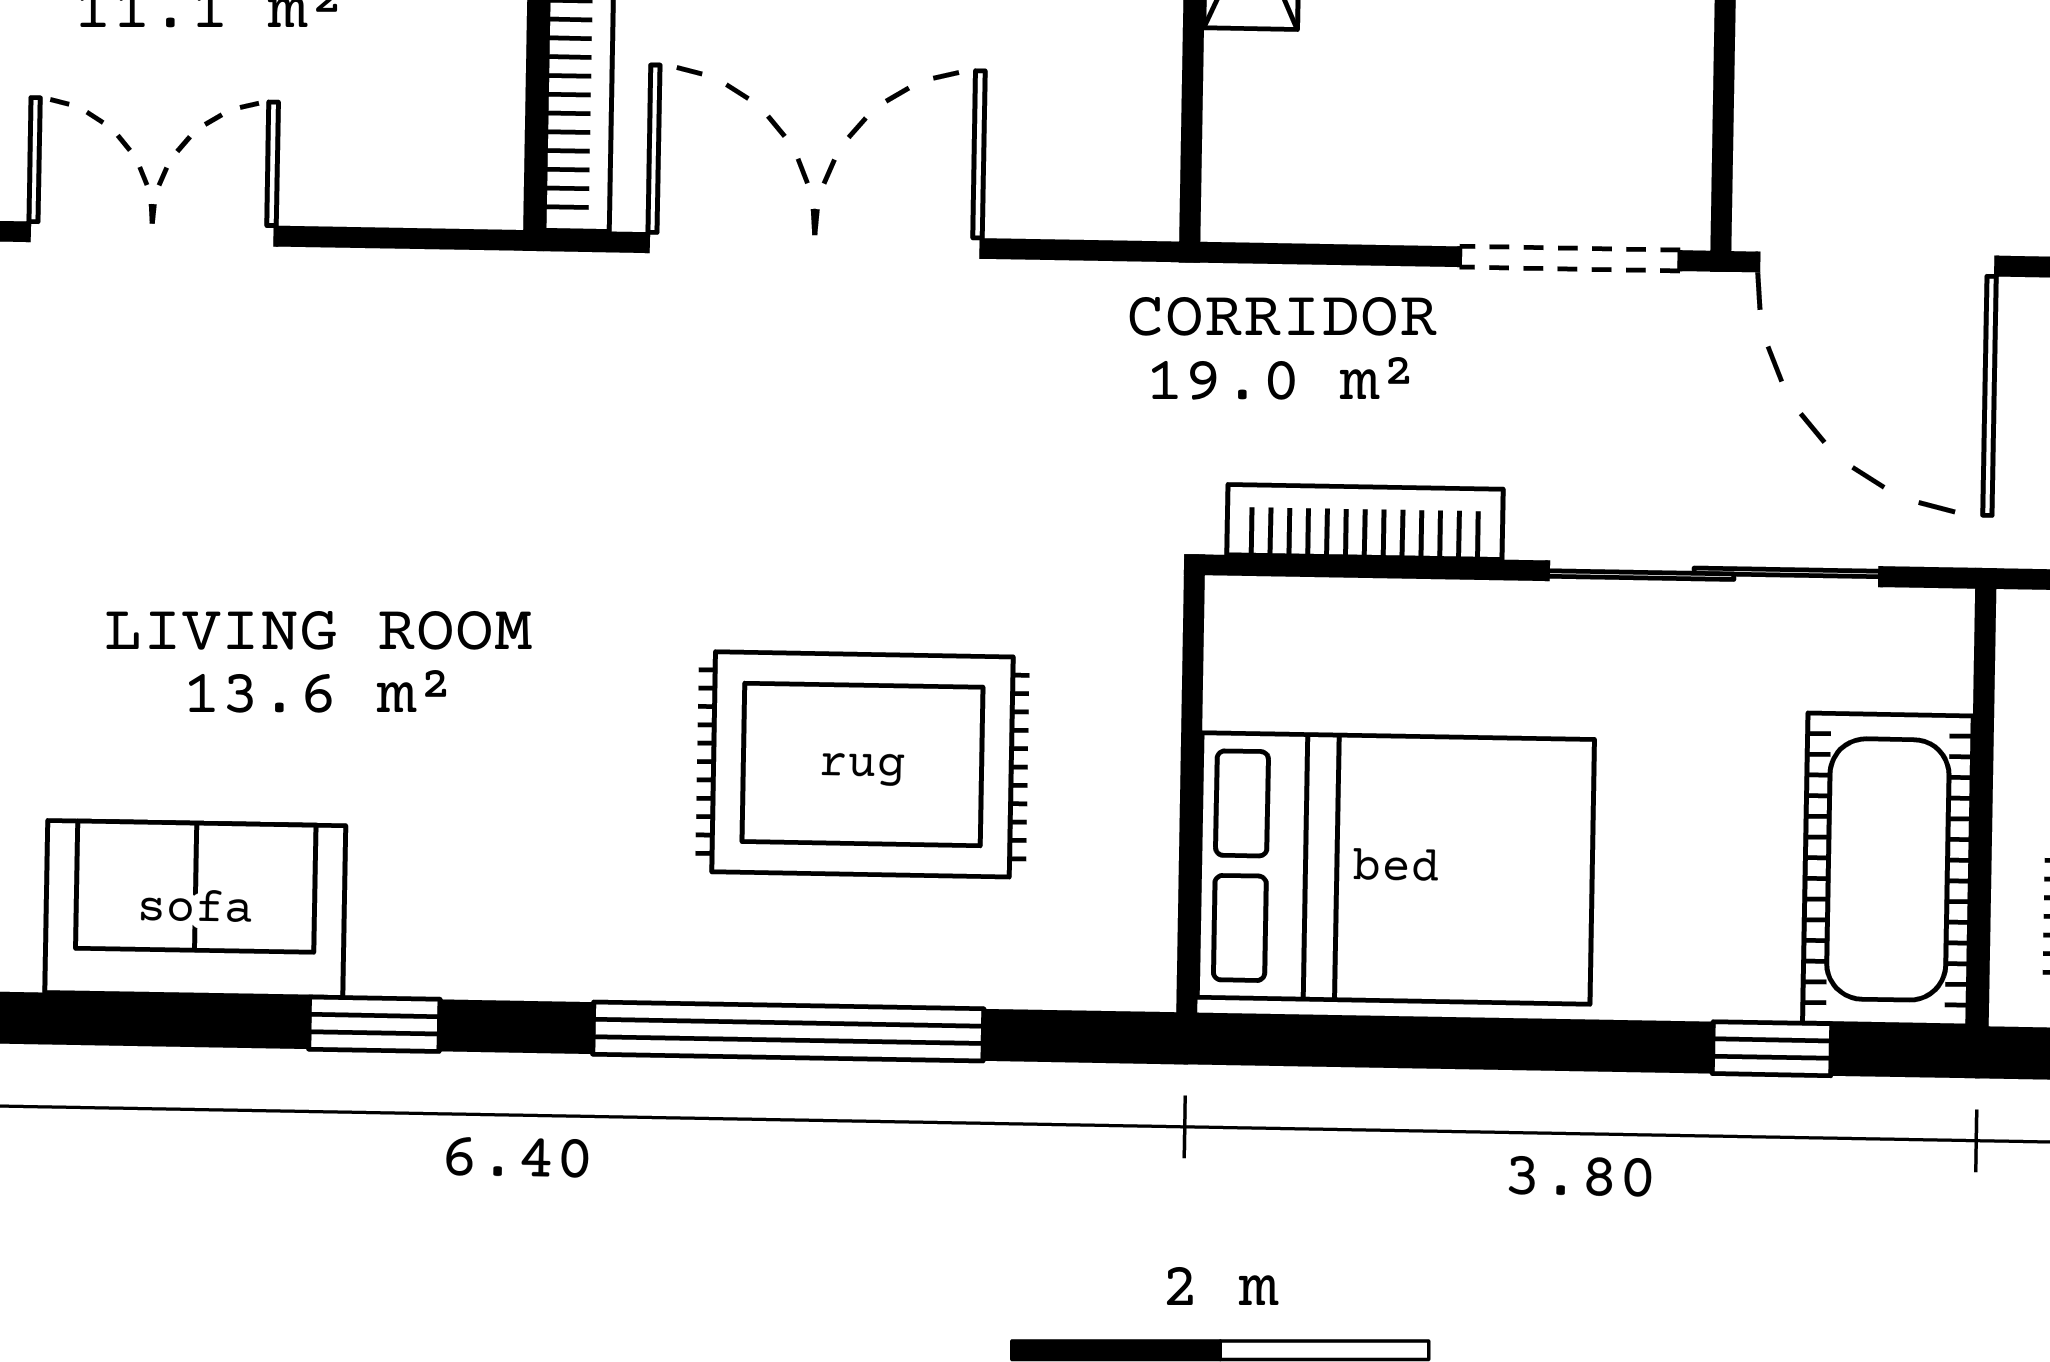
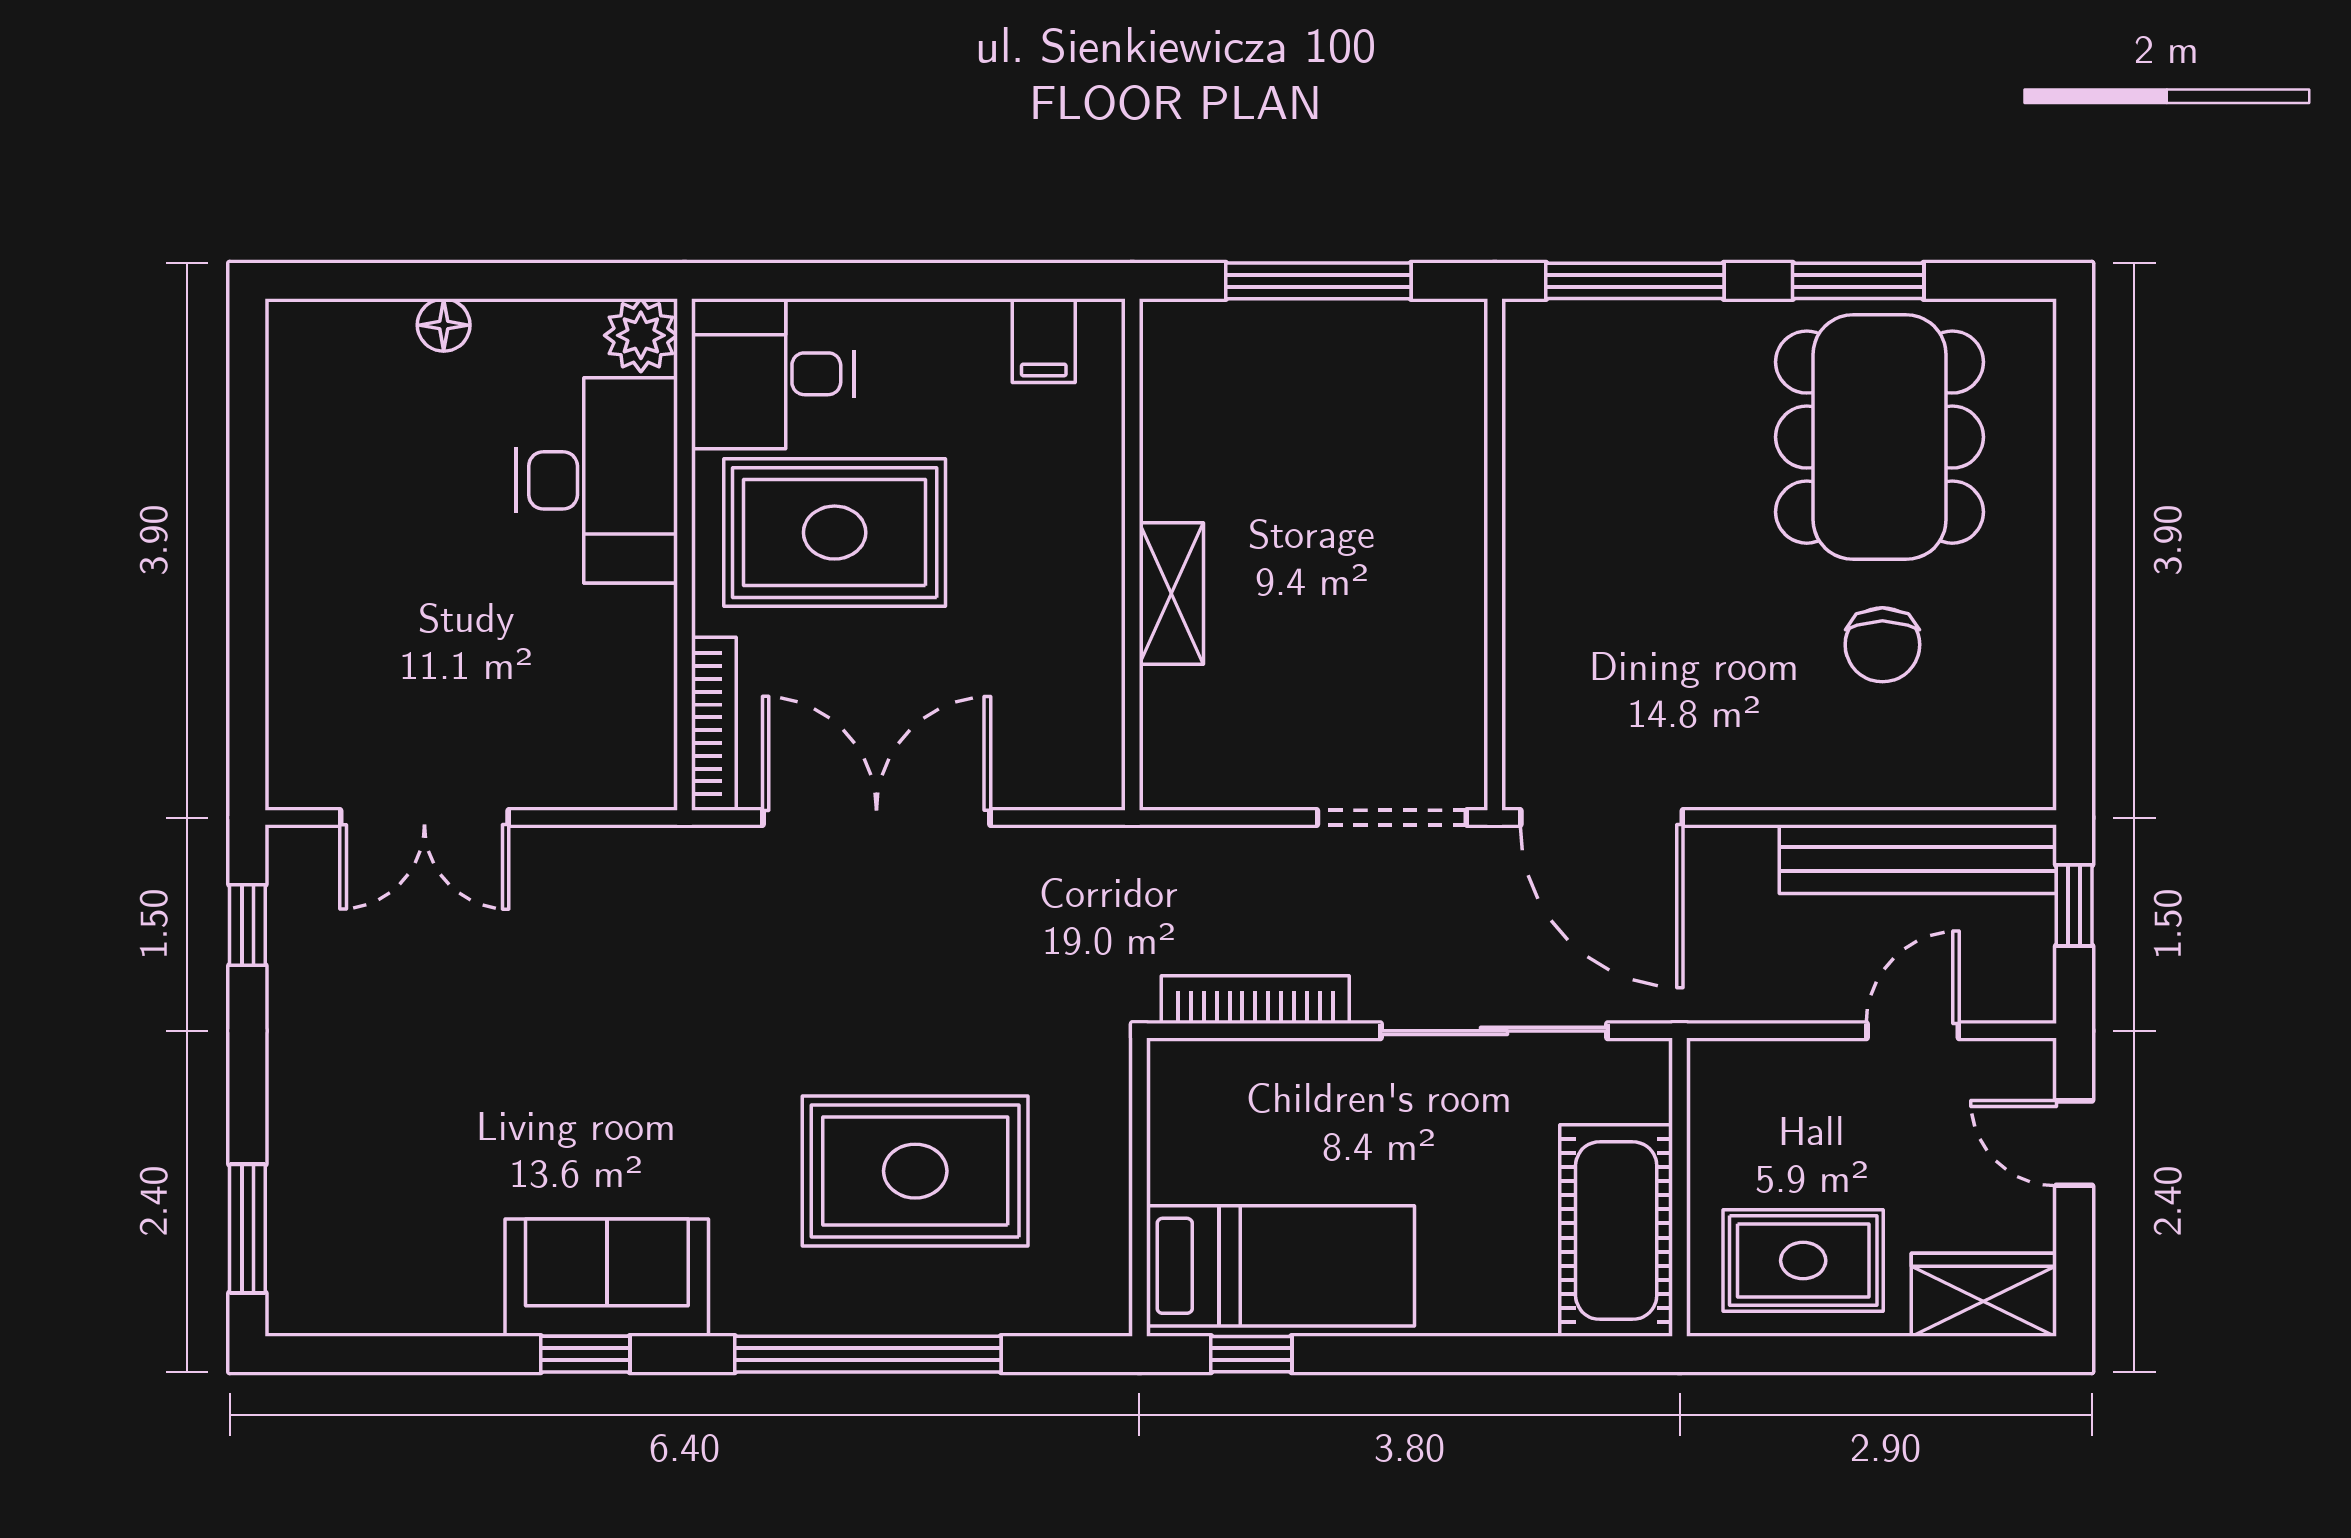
double door: (152, 234) -> (424, 818), swing flipped
bed: (1396, 868) -> (1280, 1266), width x0.67
sofa: (195, 909) -> (607, 1278), moved
window: (1772, 1049) -> (1251, 1354), moved

